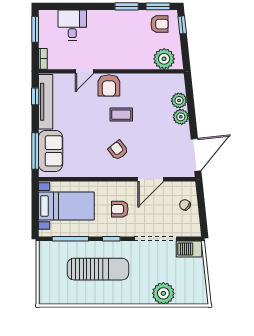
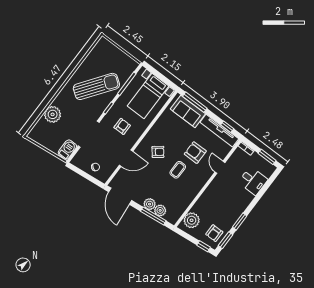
armchair: (109, 85) -> (195, 153), moved
window: (191, 103) -> (153, 216), added
door: (151, 179) -> (126, 158), swing flipped
sun lounger: (98, 269) -> (96, 86), turned -144

